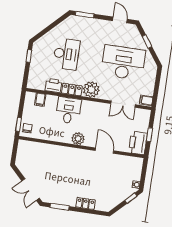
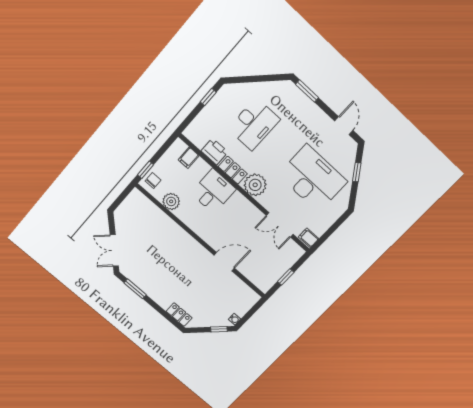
plant: (78, 139) -> (171, 201), moved
printer: (138, 143) -> (267, 277), removed
door: (104, 151) -> (224, 262), hinge flipped
locker: (86, 203) -> (179, 315), moved

